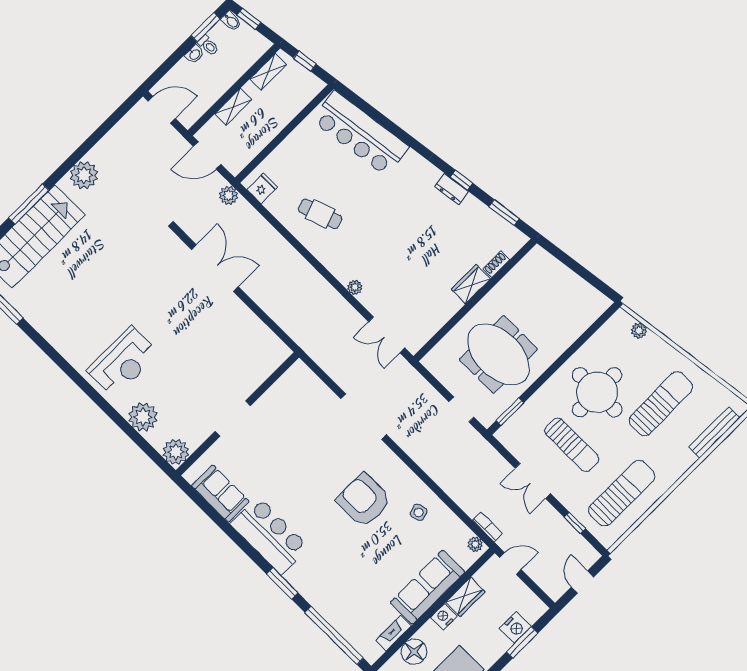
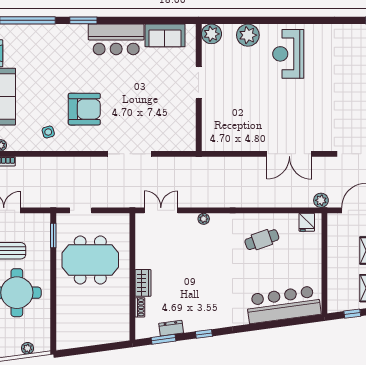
dresser: (451, 189) -> (171, 328), moved

